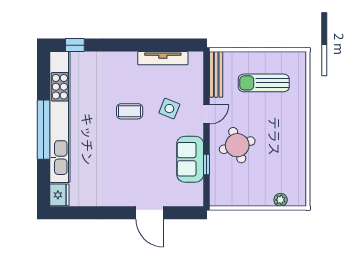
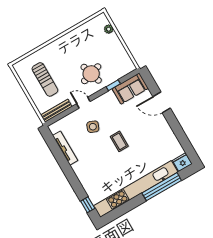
coffee table: (130, 111) -> (119, 141), moved
window: (44, 130) -> (162, 187), moved
sofa: (190, 159) -> (130, 89), moved
door: (150, 213) -> (162, 102), swing flipped

